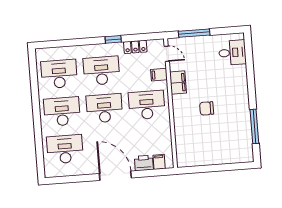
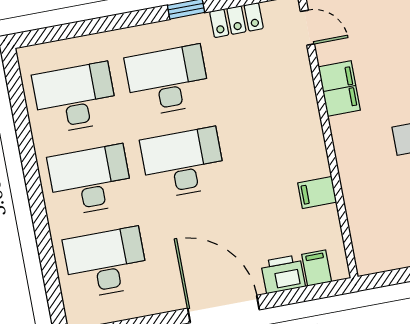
filing cabinet: (159, 75) -> (317, 192), moved
desk: (147, 105) -> (276, 146), removed

